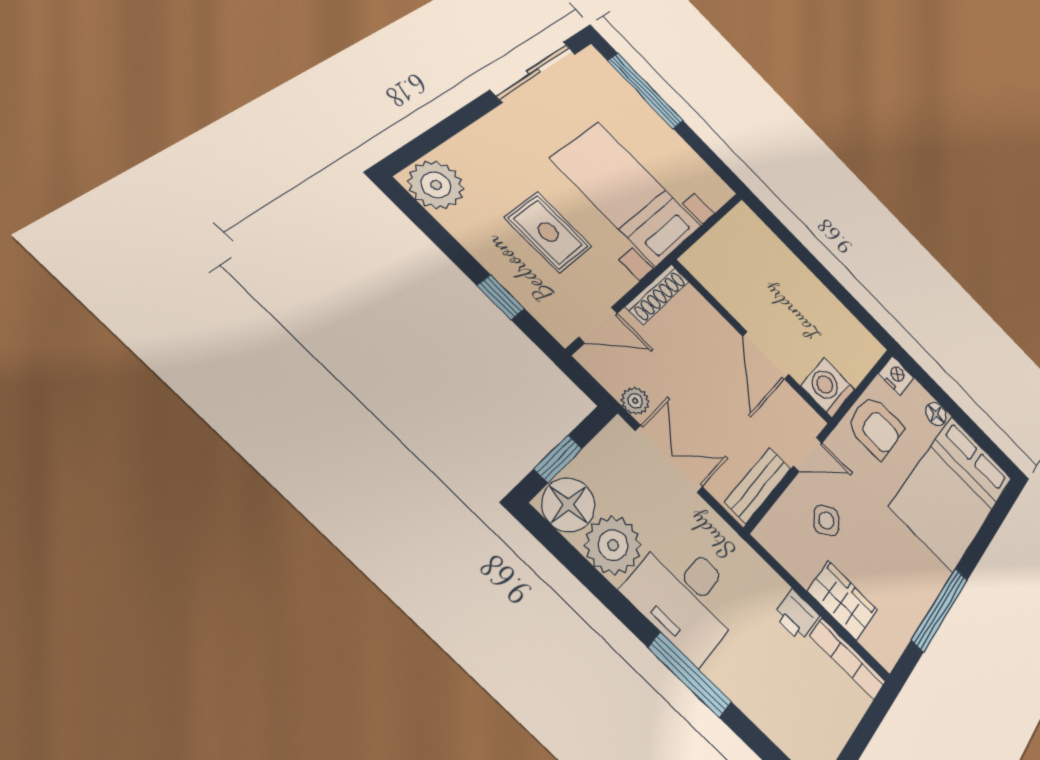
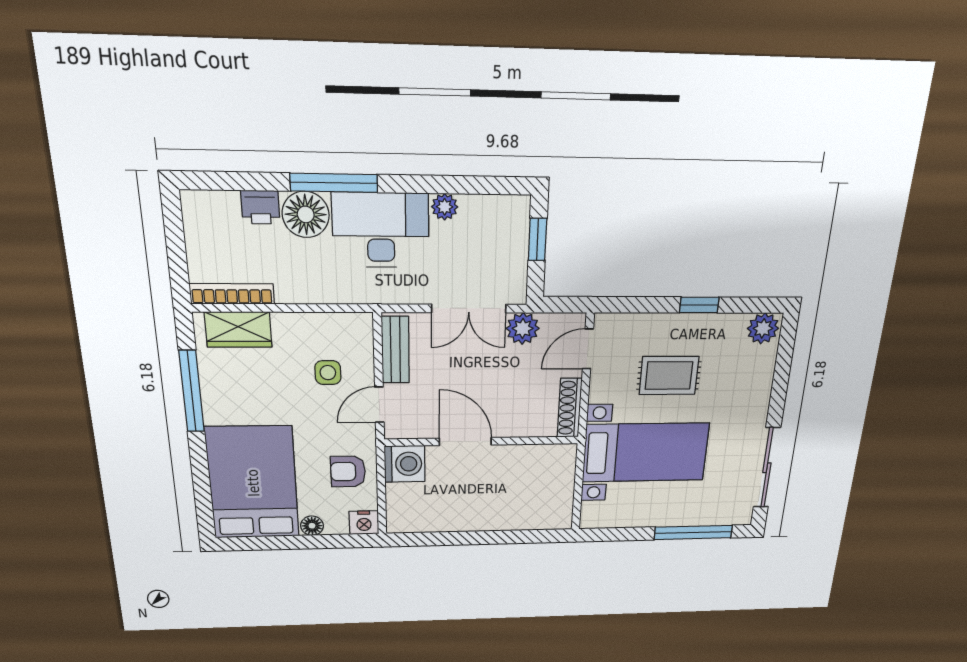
plant: (436, 185) -> (763, 328), width x0.73, depth x0.73
window: (501, 297) -> (699, 305), moved
plant: (635, 401) -> (523, 328), width x1.38, depth x1.38
armchair: (876, 427) -> (348, 471), width x0.72, depth x0.72
floor lamp: (569, 505) -> (306, 214), moved
side table: (826, 520) -> (328, 373), turned 35
plant: (613, 545) -> (445, 207), width x0.53, depth x0.53
wardrobe: (842, 600) -> (238, 329), moved
printer: (796, 615) -> (260, 207), moved, turned 180

